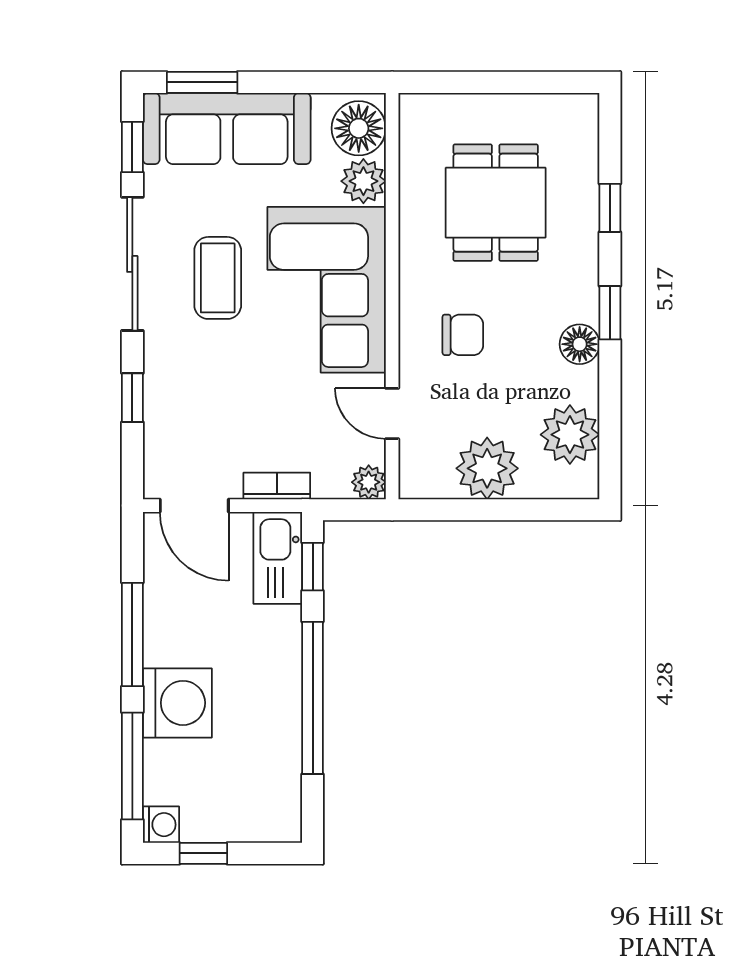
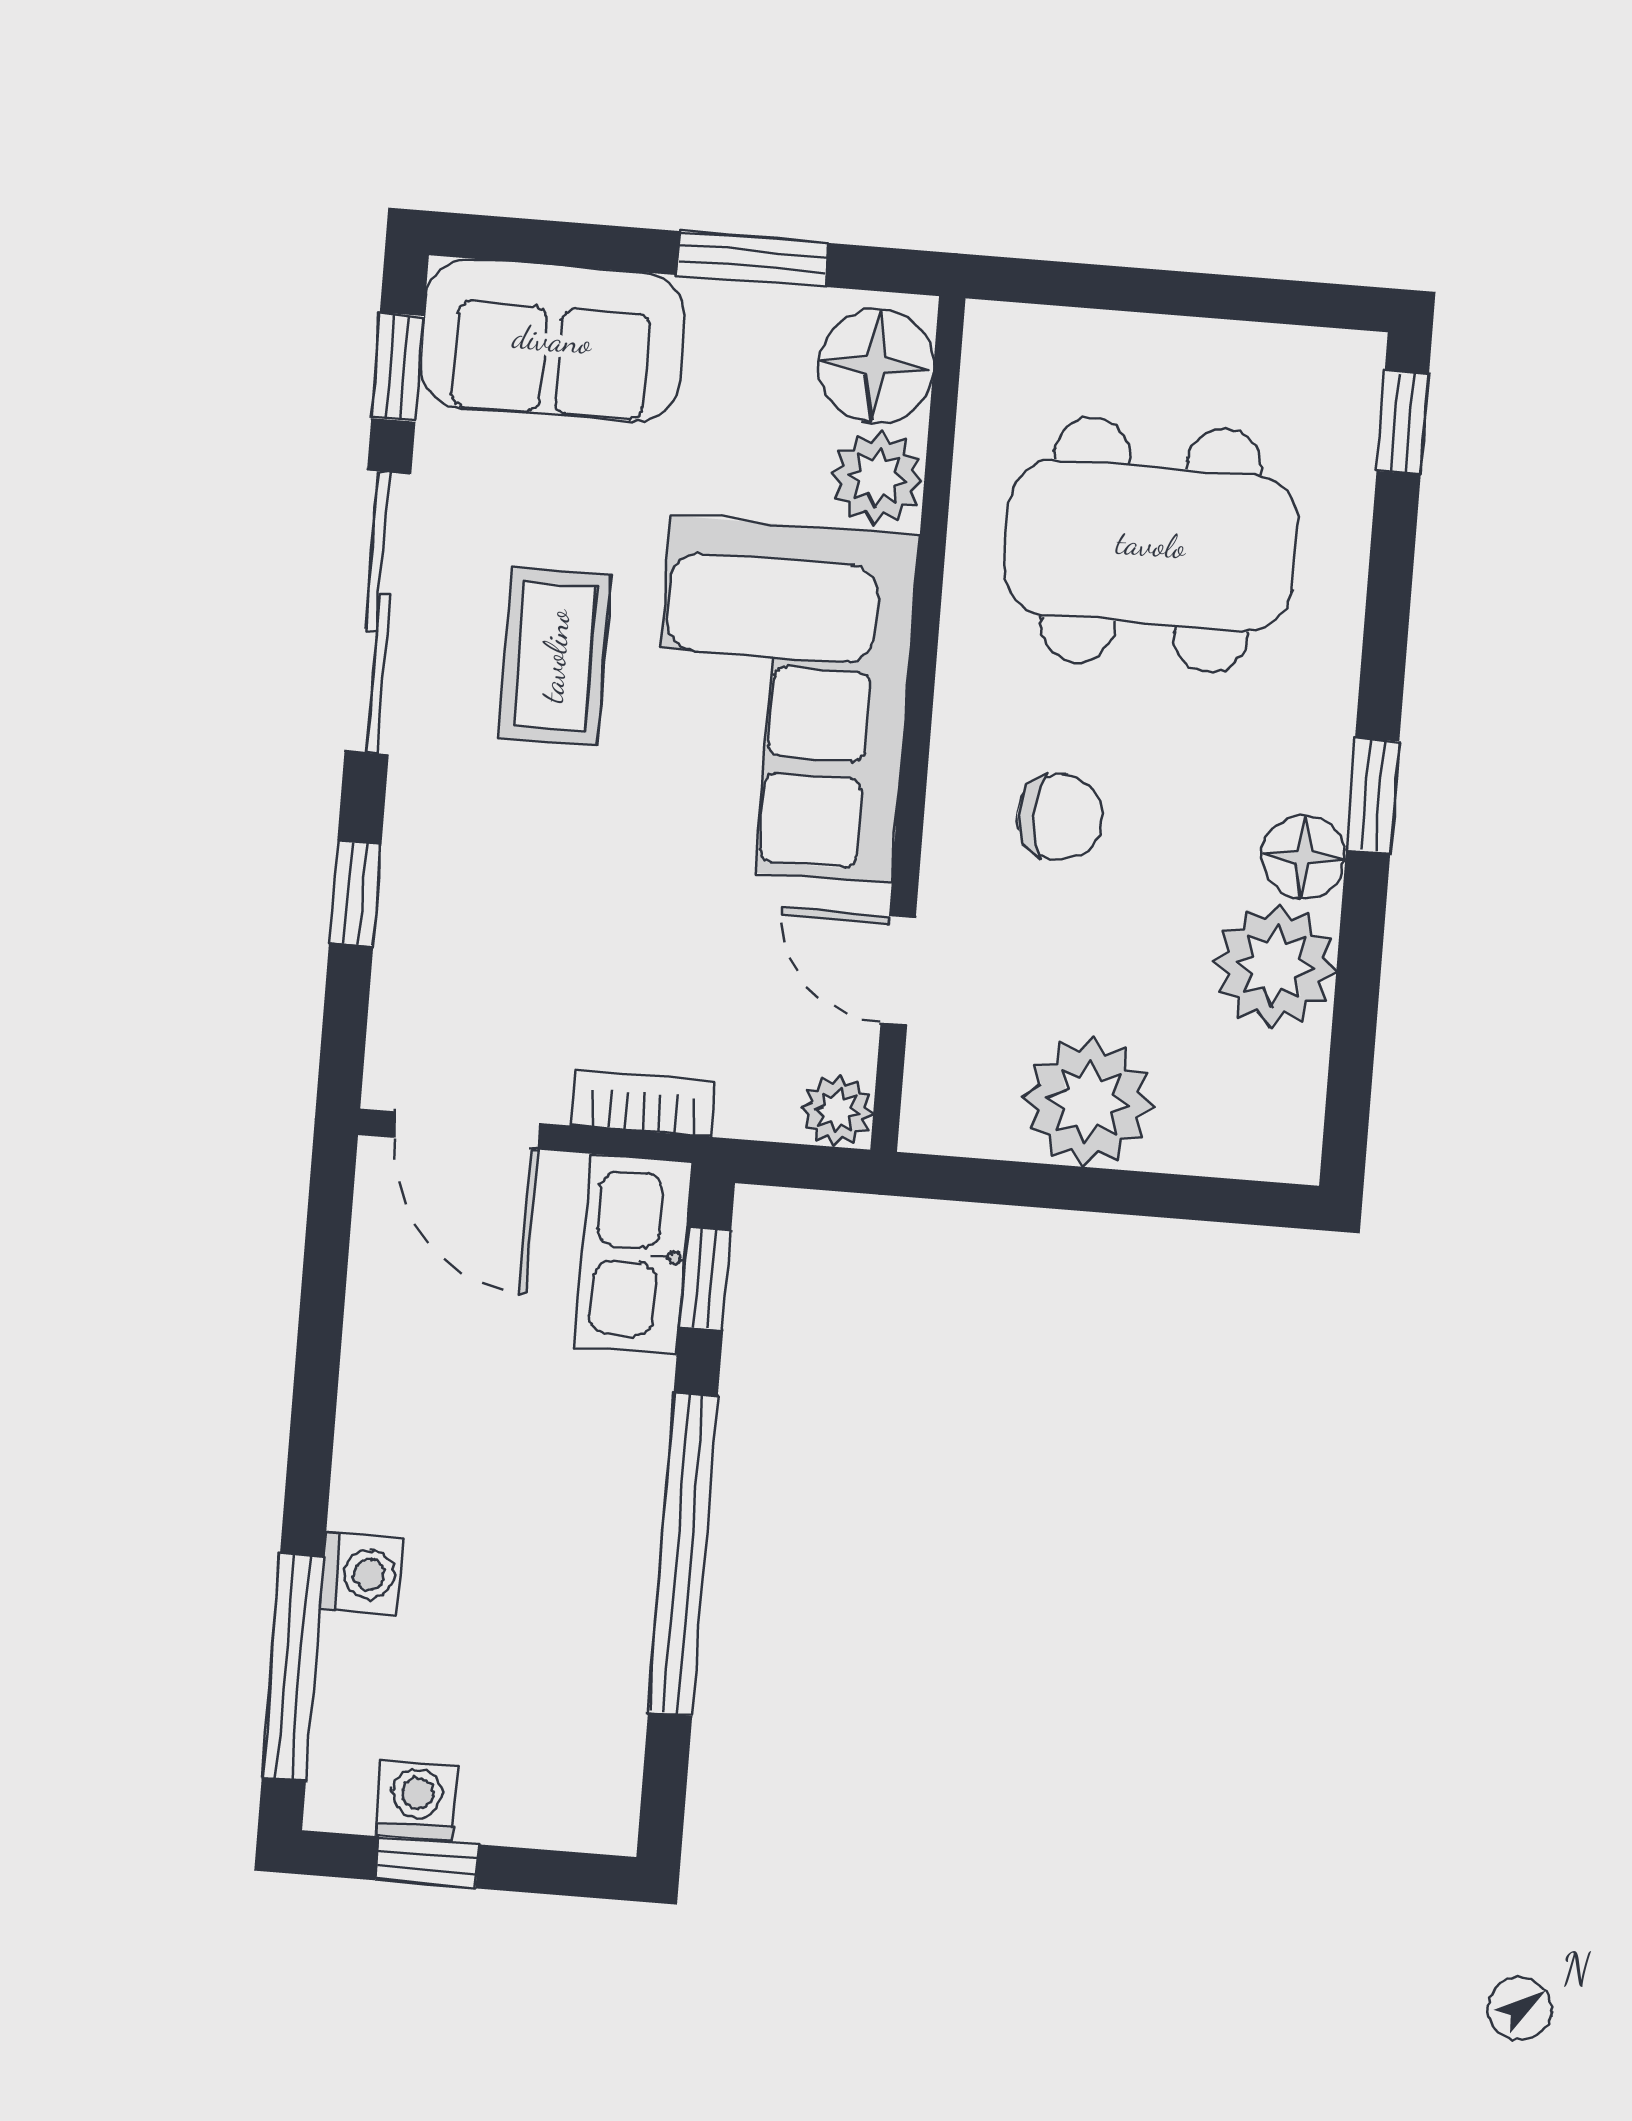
window: (202, 82) -> (753, 259), moved
sofa: (227, 129) -> (552, 340), width x0.73
dining table: (496, 203) -> (1151, 545), width x1.38
window: (610, 208) -> (1403, 422), moved
plant: (570, 435) -> (1274, 966), moved
window: (132, 635) -> (315, 1391), removed
washing machine: (177, 703) -> (361, 1574), width x0.53, depth x0.53
washing machine: (161, 825) -> (417, 1801), moved, turned -90

